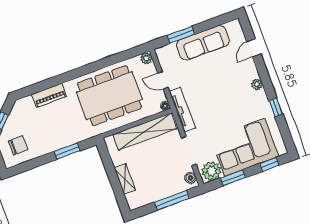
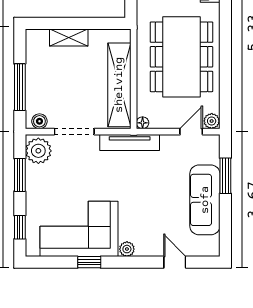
door: (163, 80) -> (191, 132), moved
corner sofa: (245, 147) -> (79, 229), moved, turned -90

